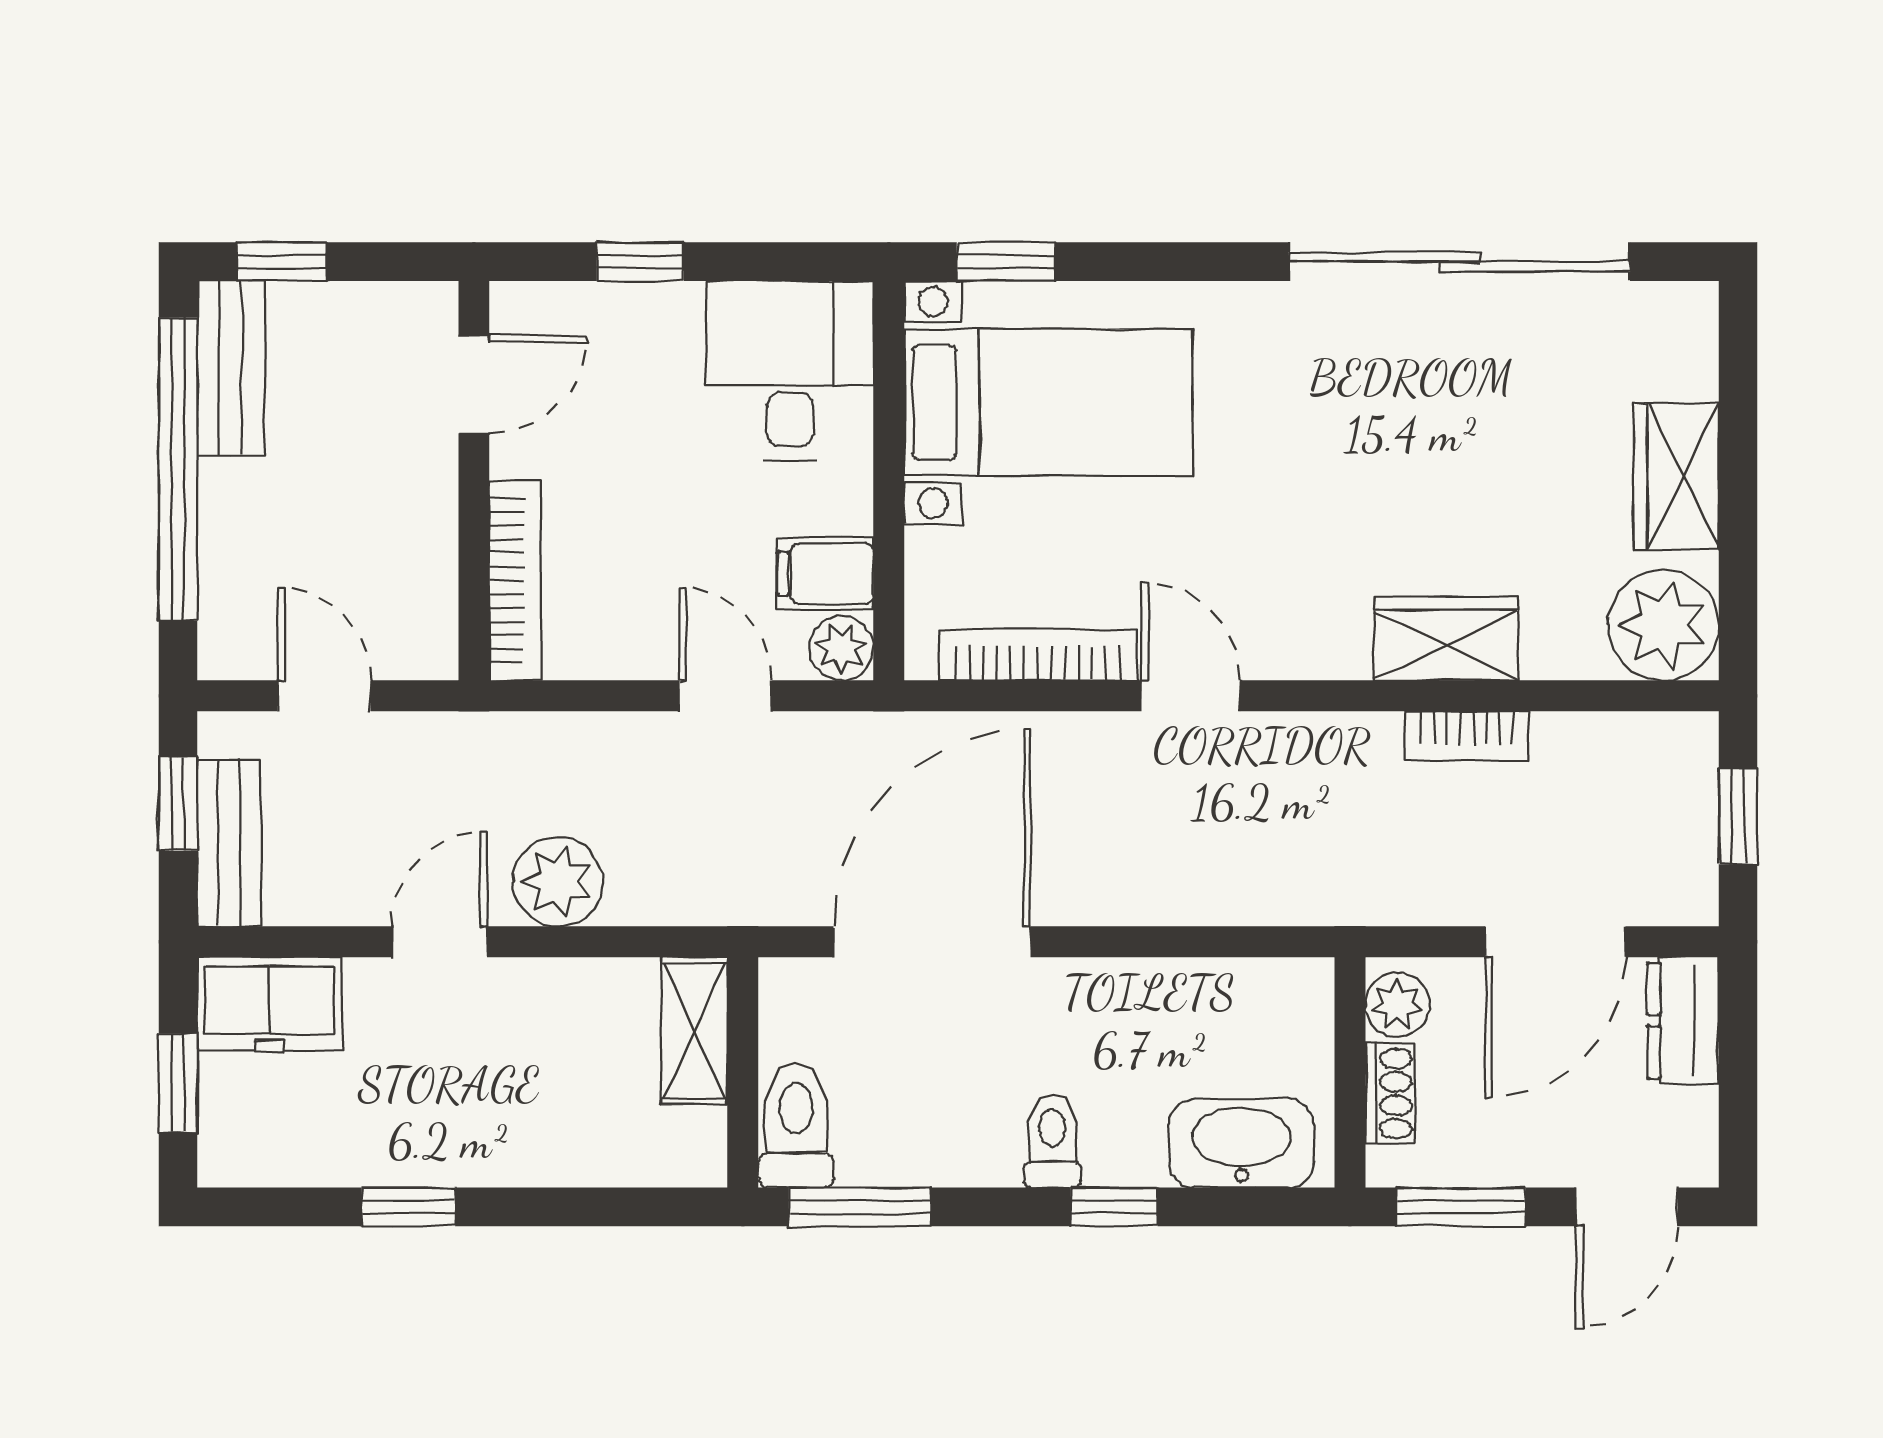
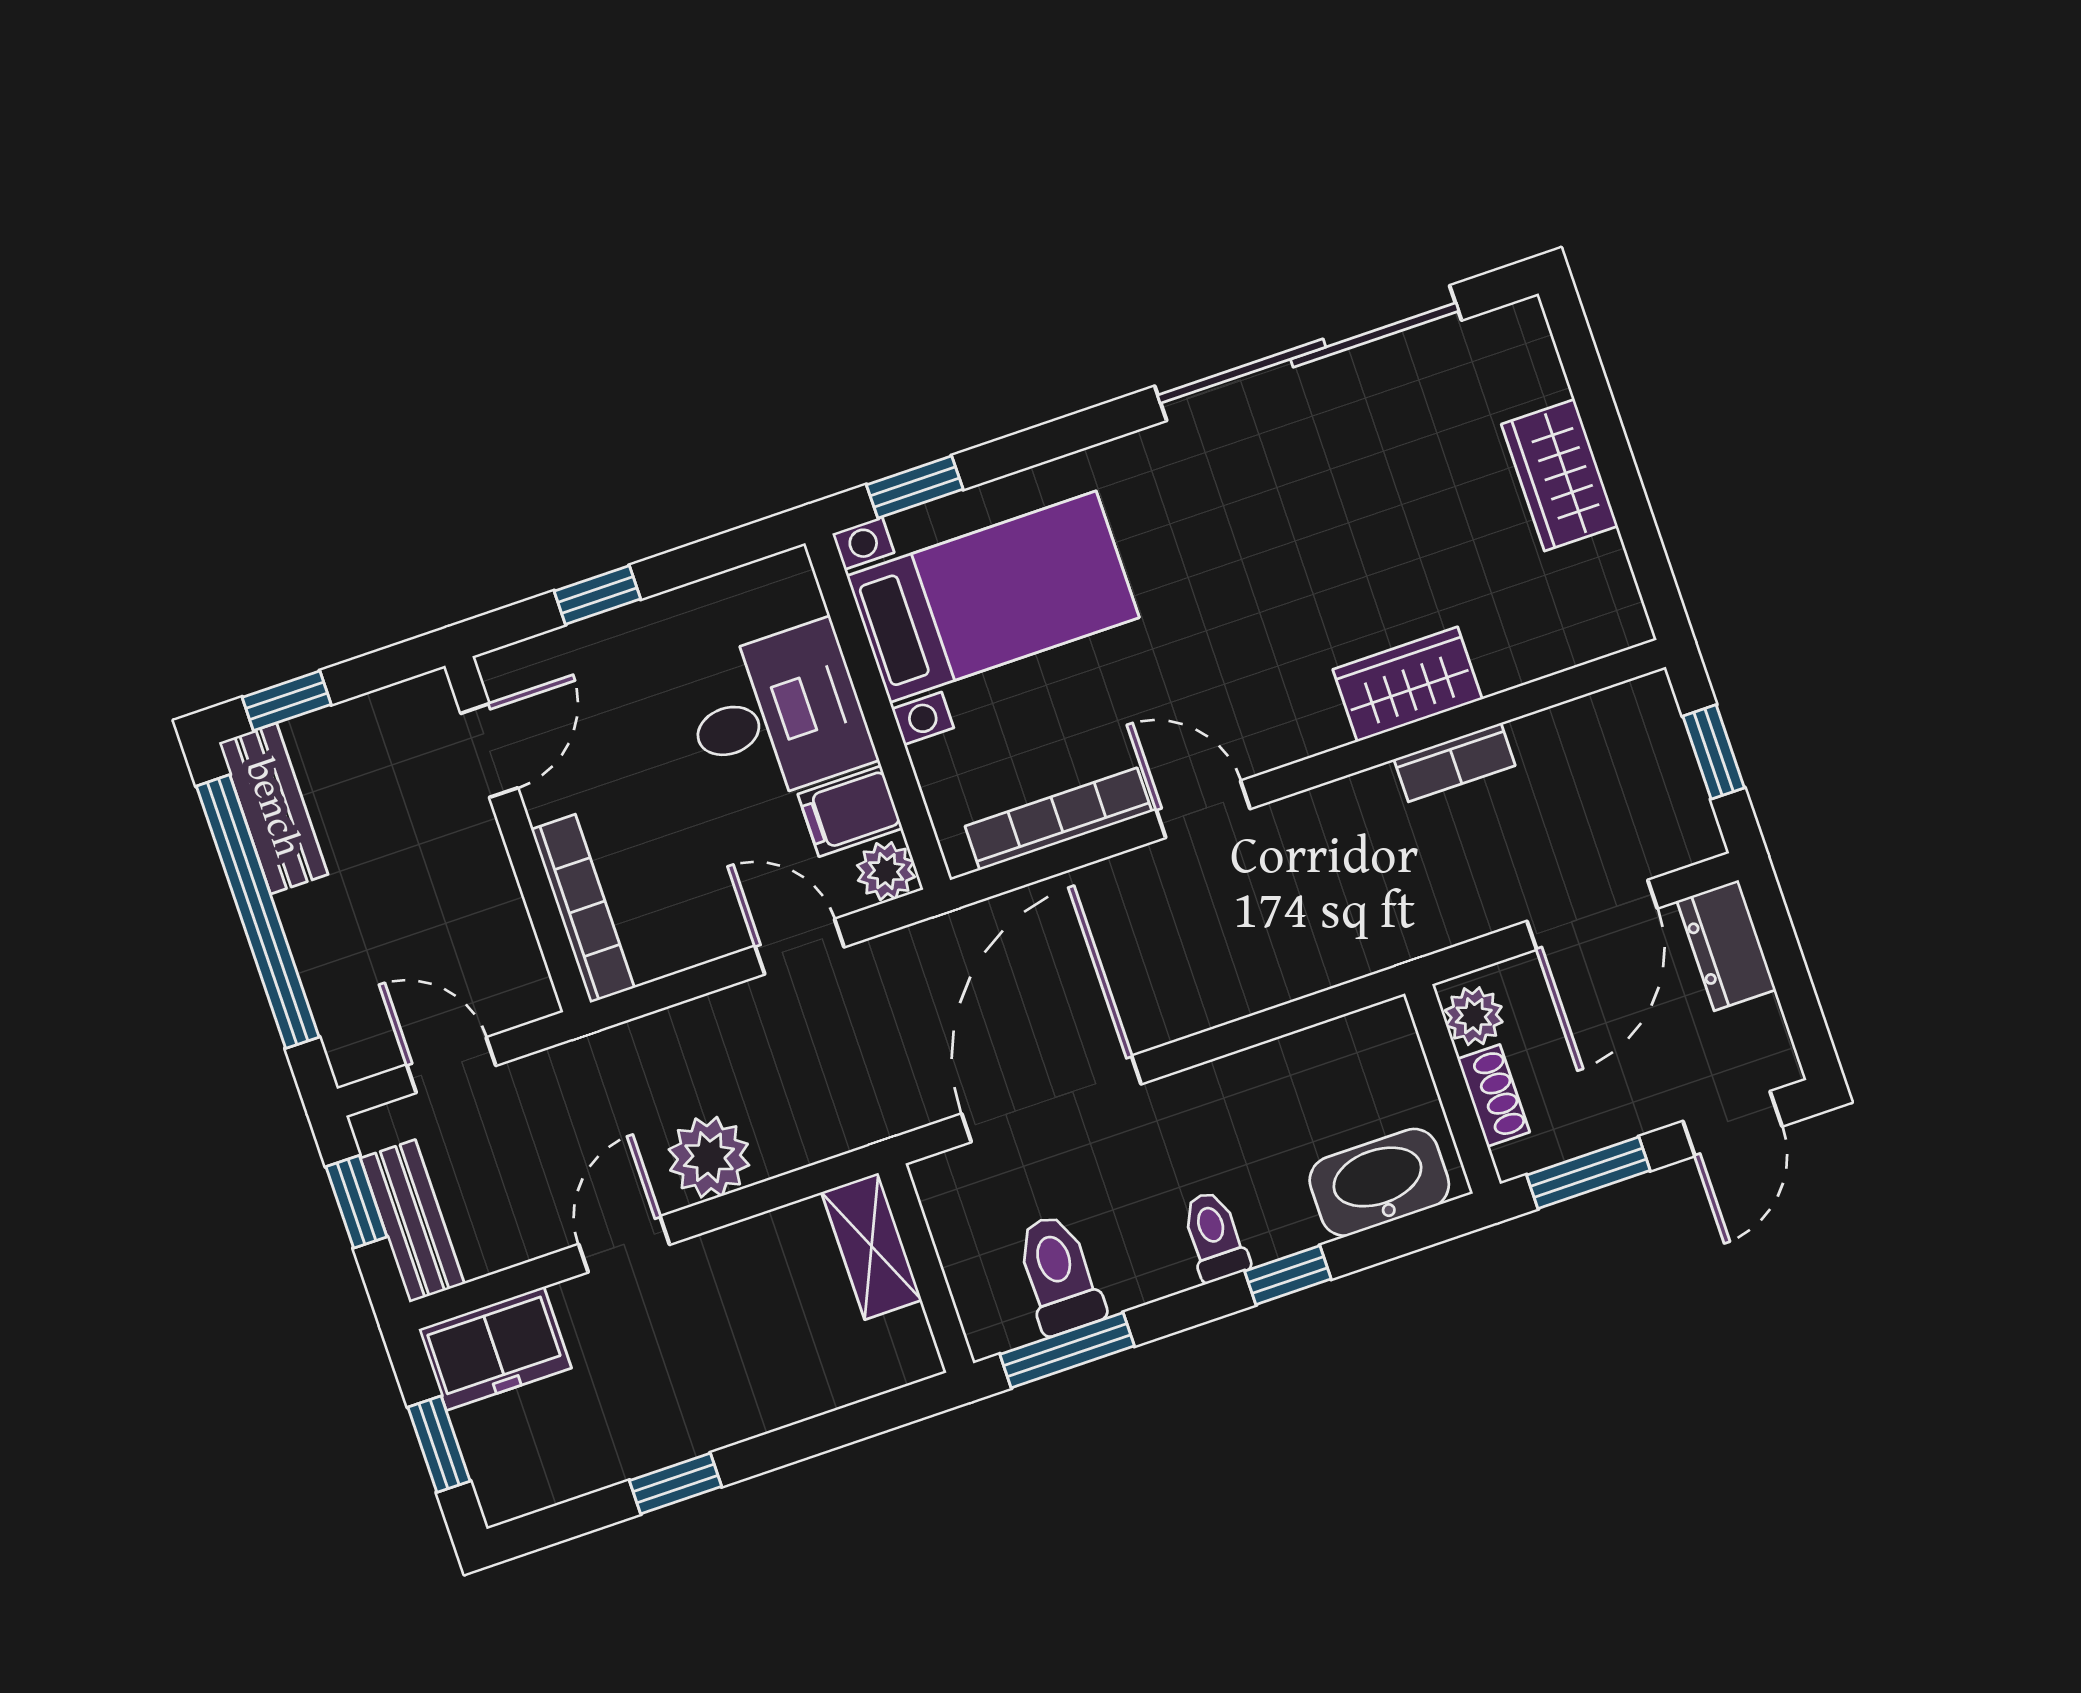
desk: (790, 371) -> (777, 714), moved, turned 90
plant: (1663, 625) -> (1592, 608), removed
toilet: (796, 1126) -> (1059, 1274), moved

